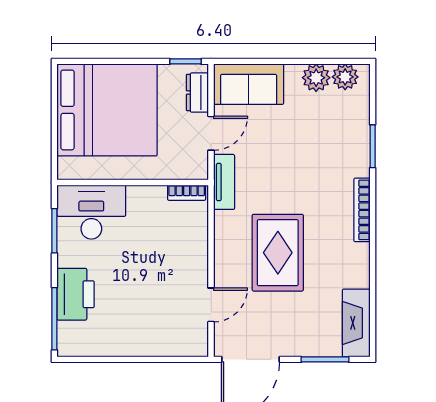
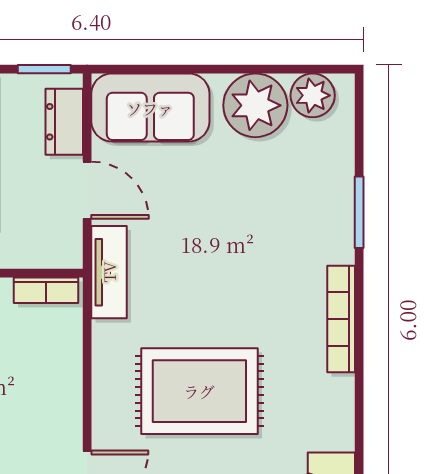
plant: (316, 78) -> (255, 105), width x1.36, depth x1.36
door: (211, 133) -> (87, 190), hinge flipped
rug: (278, 253) -> (199, 391), turned 90

